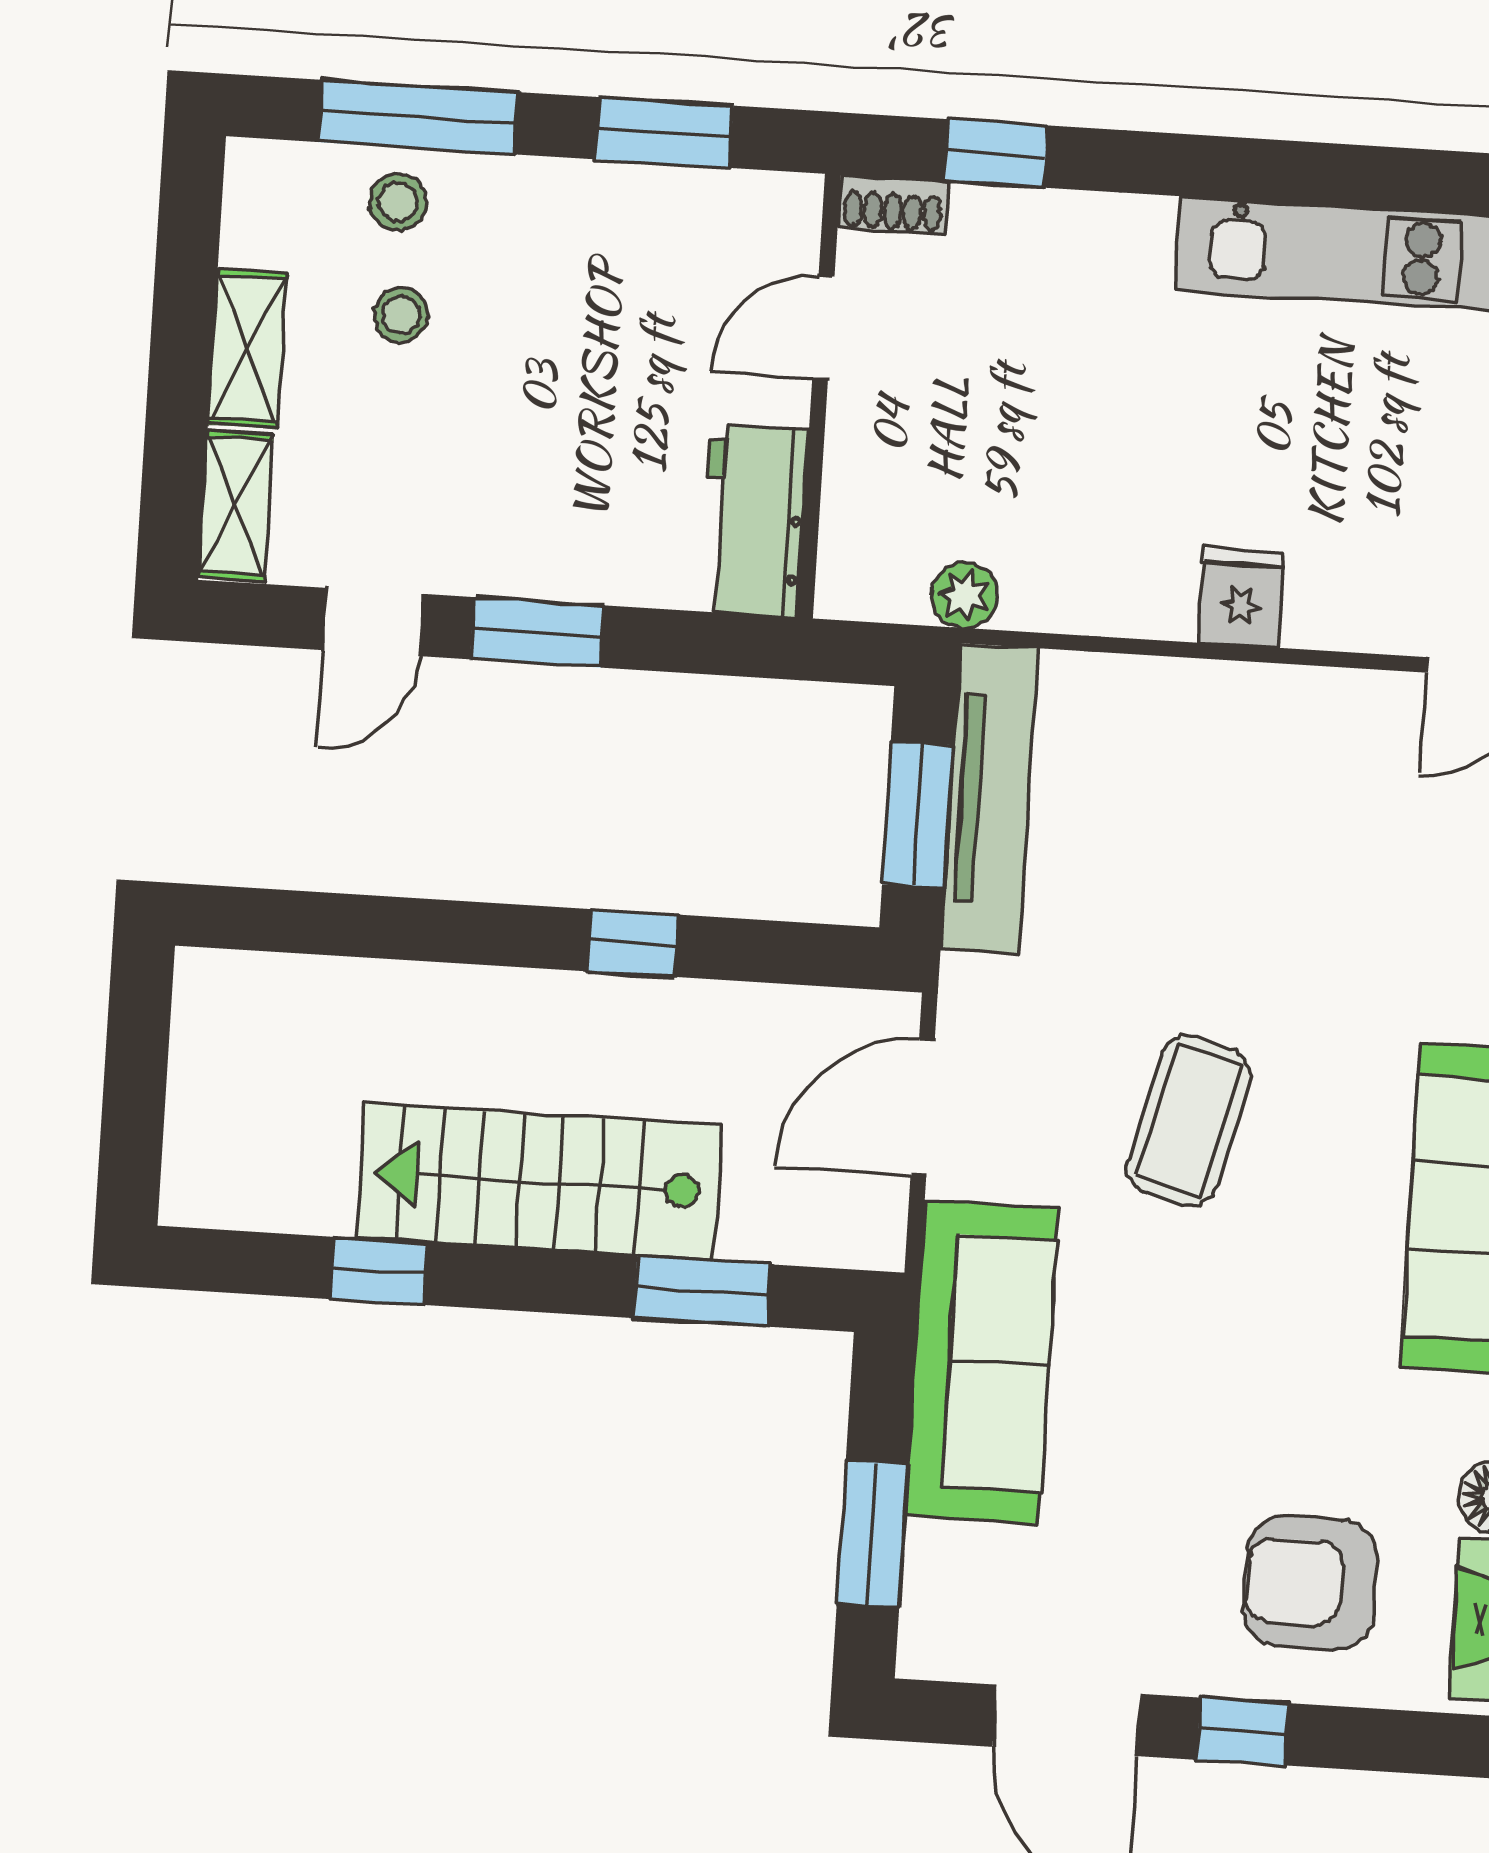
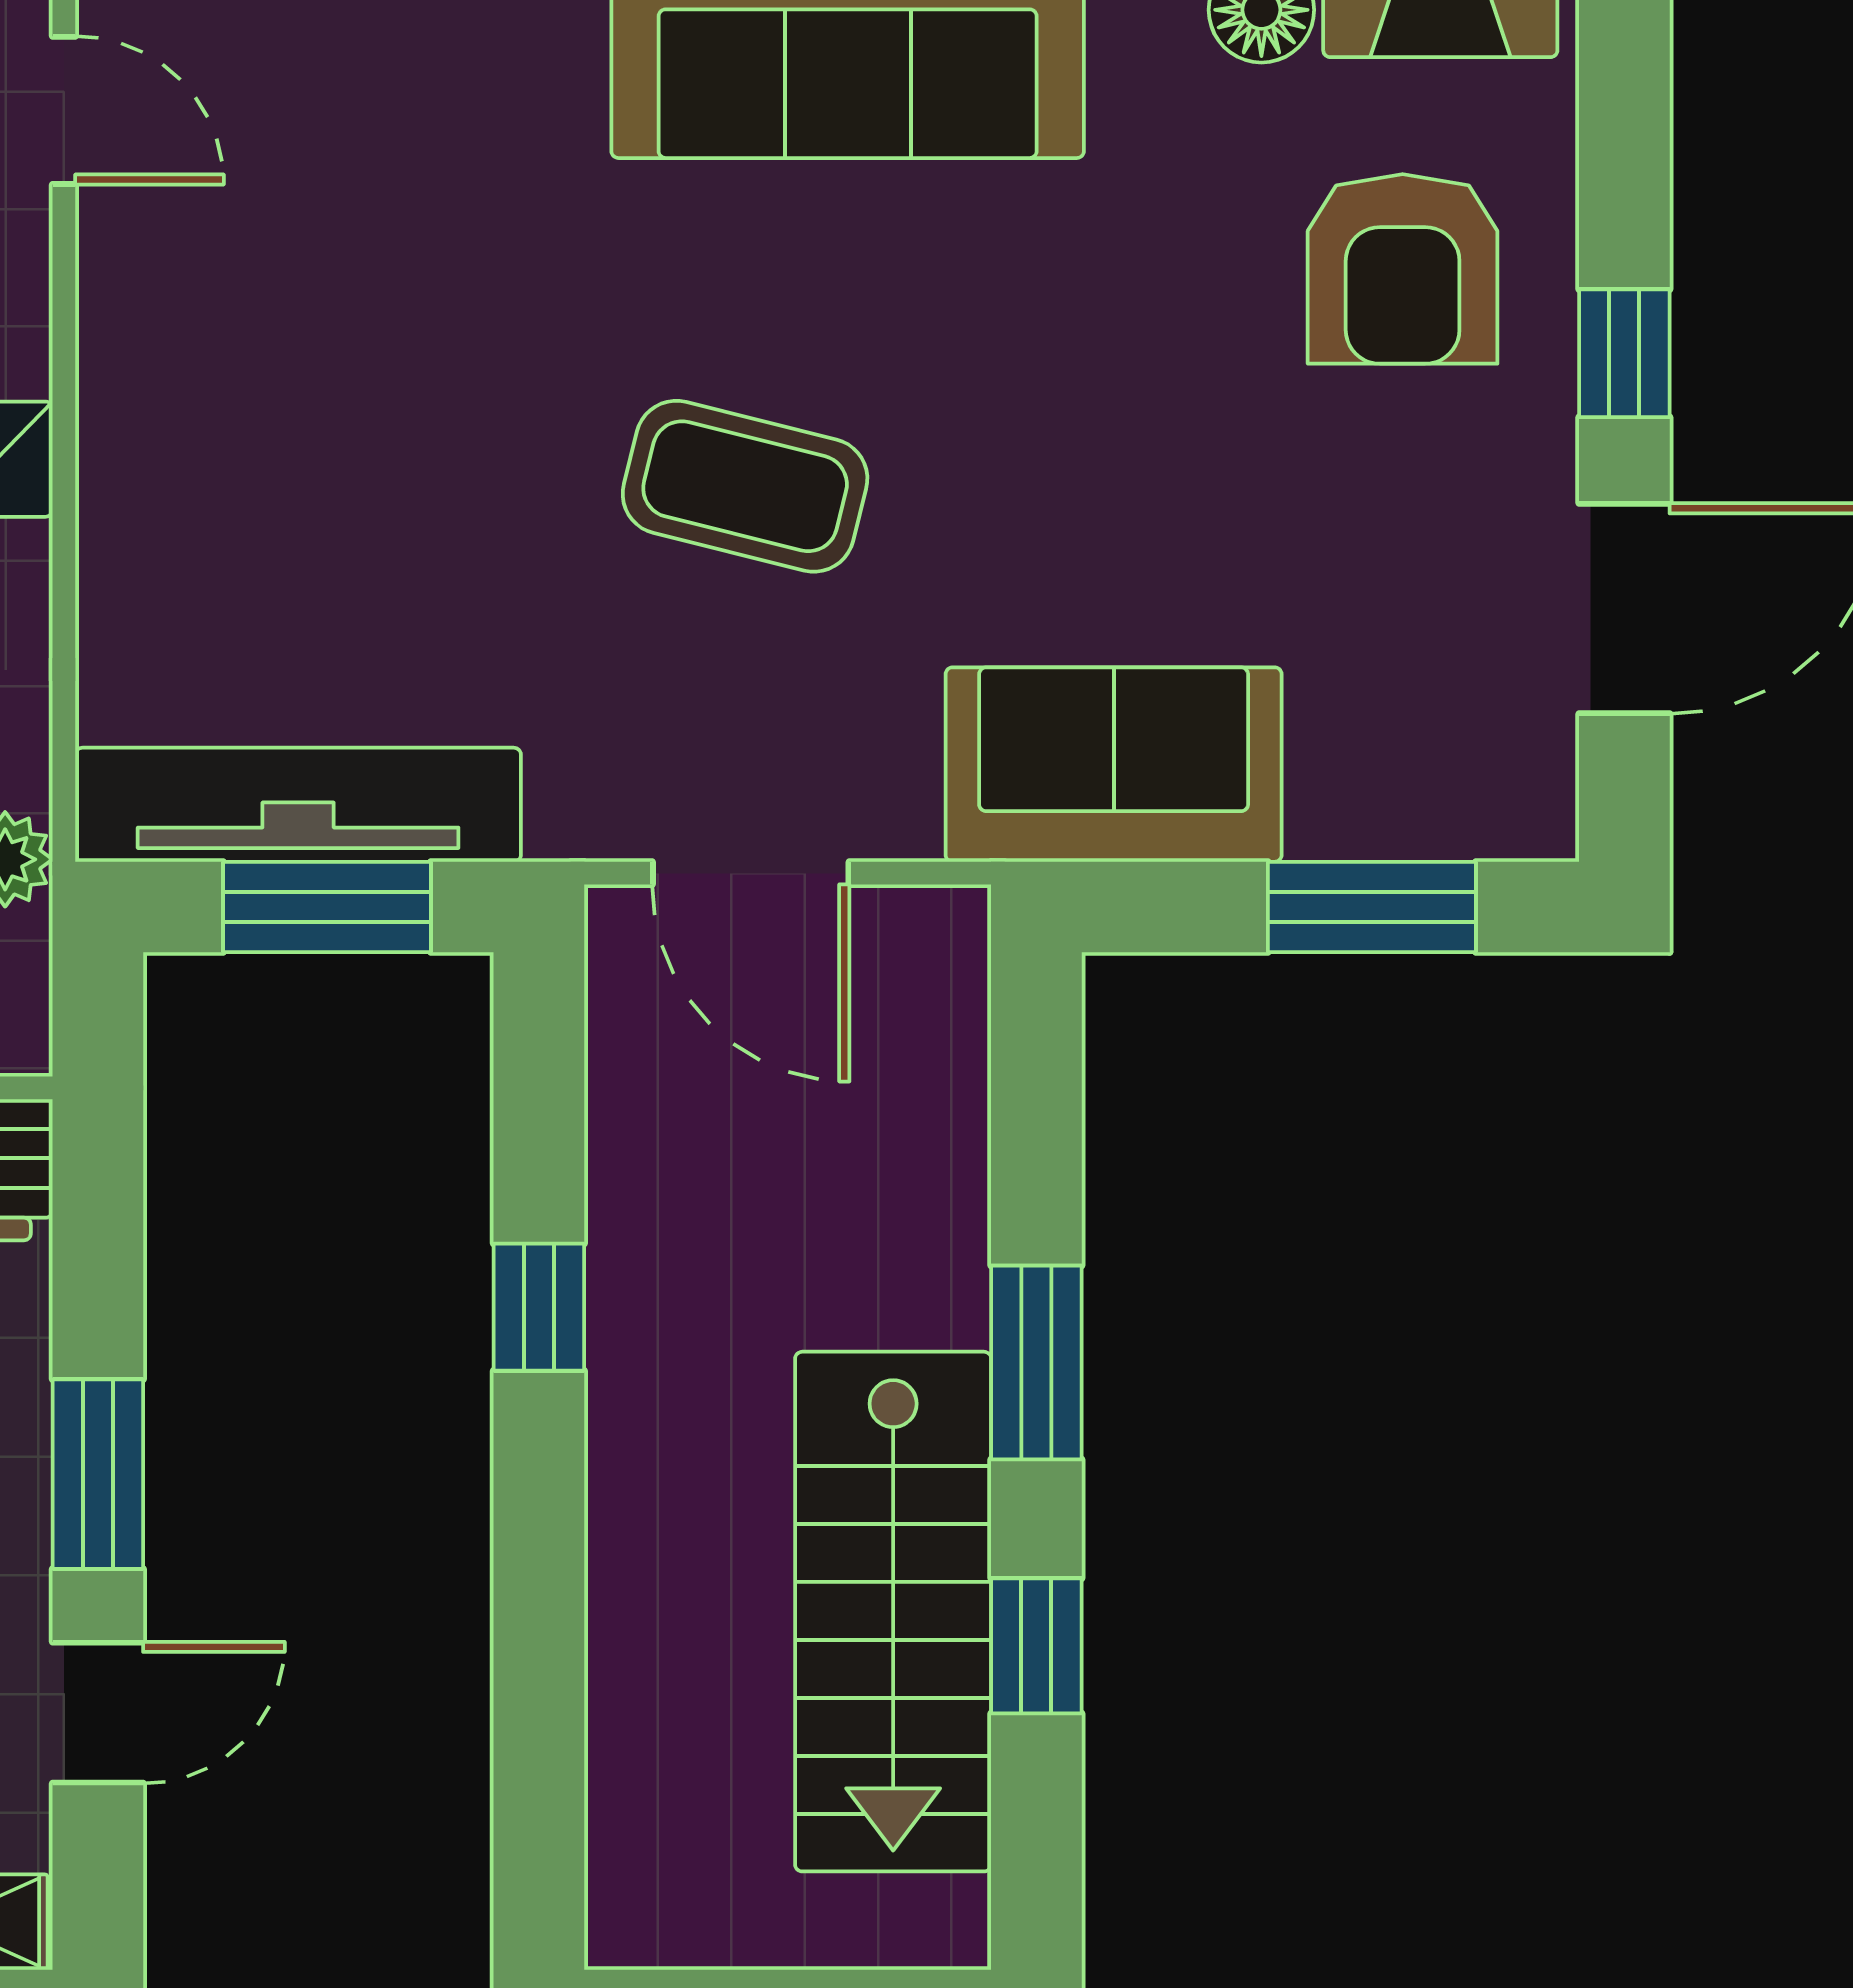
door: (373, 622) -> (98, 1713), hinge flipped
stairs: (539, 1182) -> (893, 1612), moved
window: (702, 1291) -> (1036, 1362), moved
sofa: (982, 1362) -> (1114, 765), width x0.73

